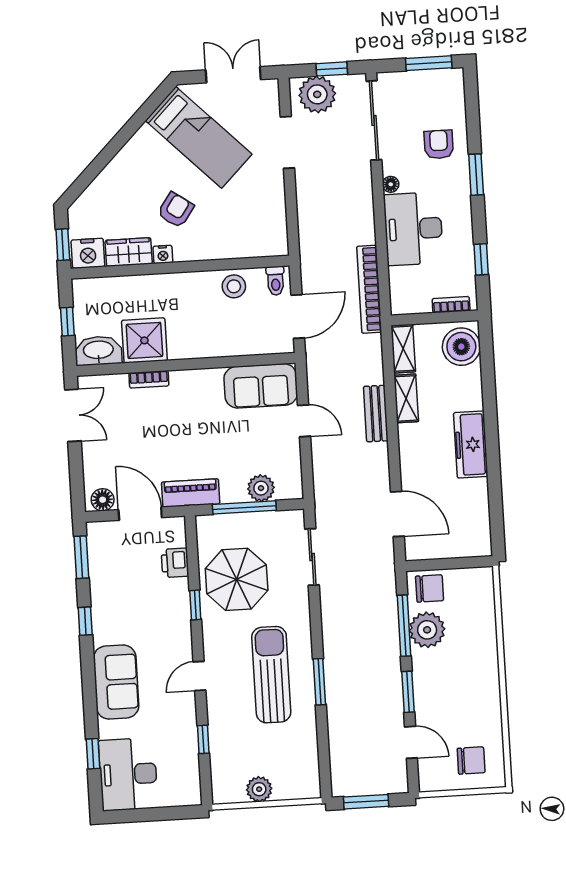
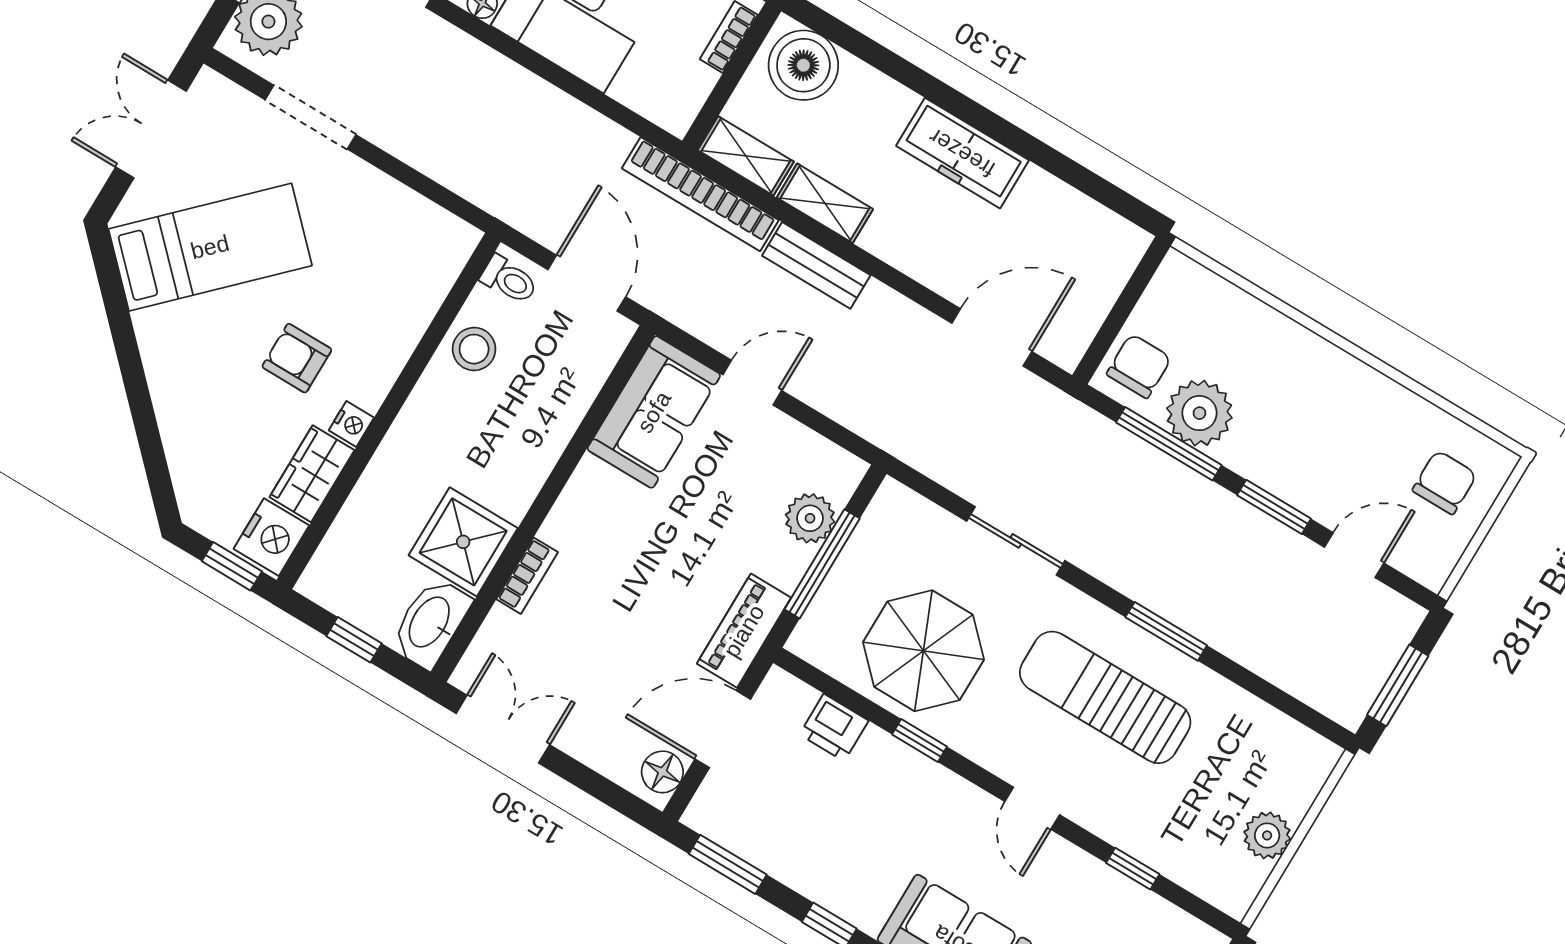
armchair: (176, 210) -> (297, 358), turned -35
bookcase: (369, 289) -> (700, 194), moved
sliding door: (312, 557) -> (1016, 541), moved

